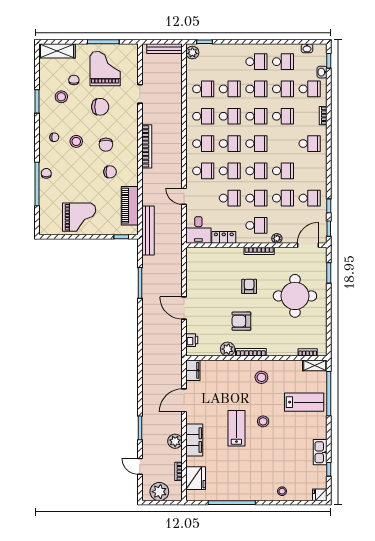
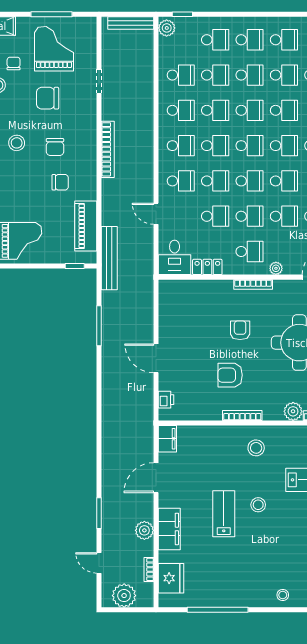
school desk: (230, 62) -> (215, 40), added
chair: (100, 107) -> (48, 98), turned 180
school desk: (283, 144) -> (284, 146), added
plant: (228, 349) -> (293, 411), moved

